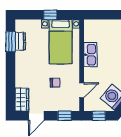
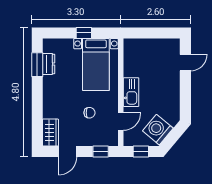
kitchen sink: (90, 55) -> (131, 92), moved

